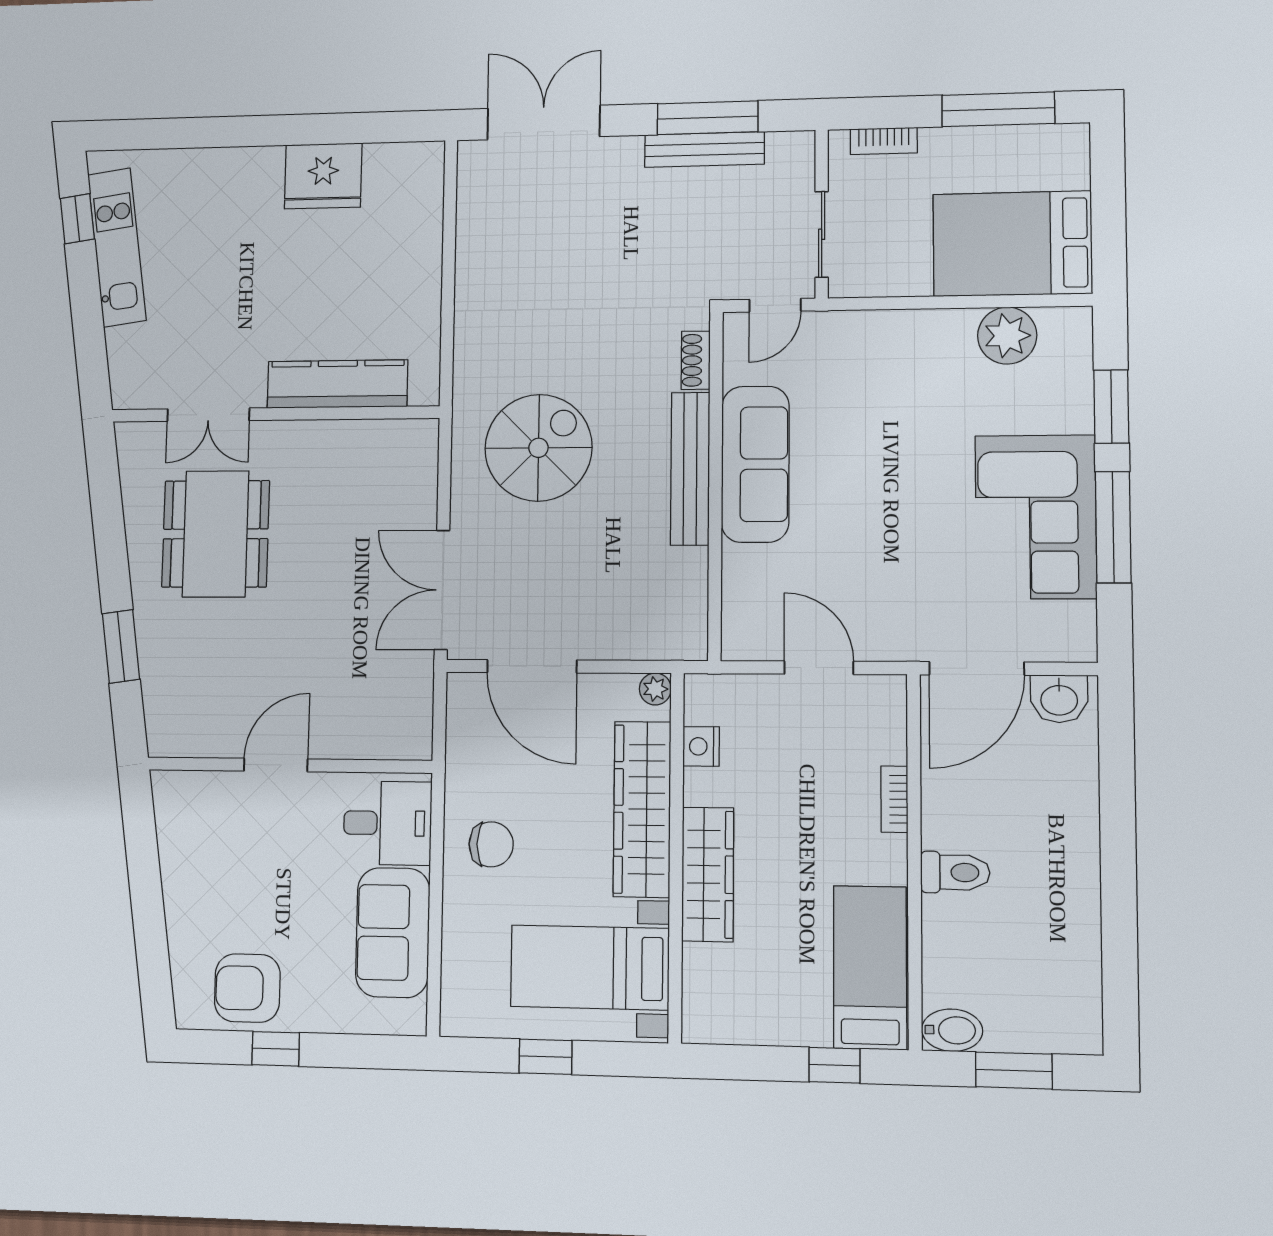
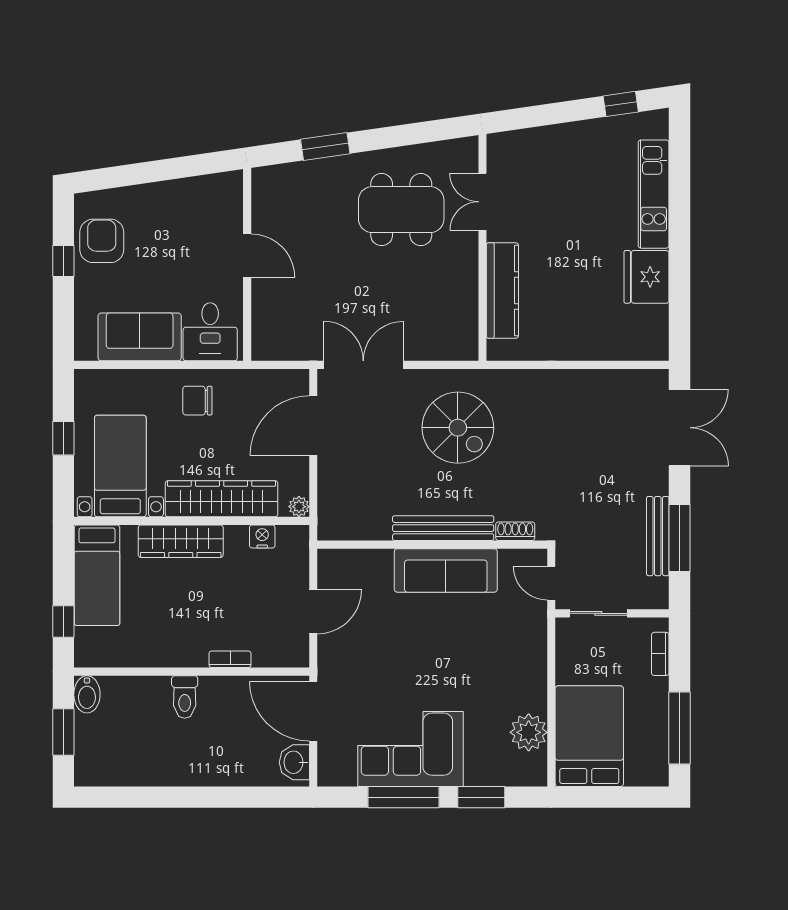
kitchen unit: (117, 247) -> (654, 194), moved, turned 98
chair: (491, 844) -> (197, 401), turned 90
bed: (870, 967) -> (97, 575), moved, turned 90

